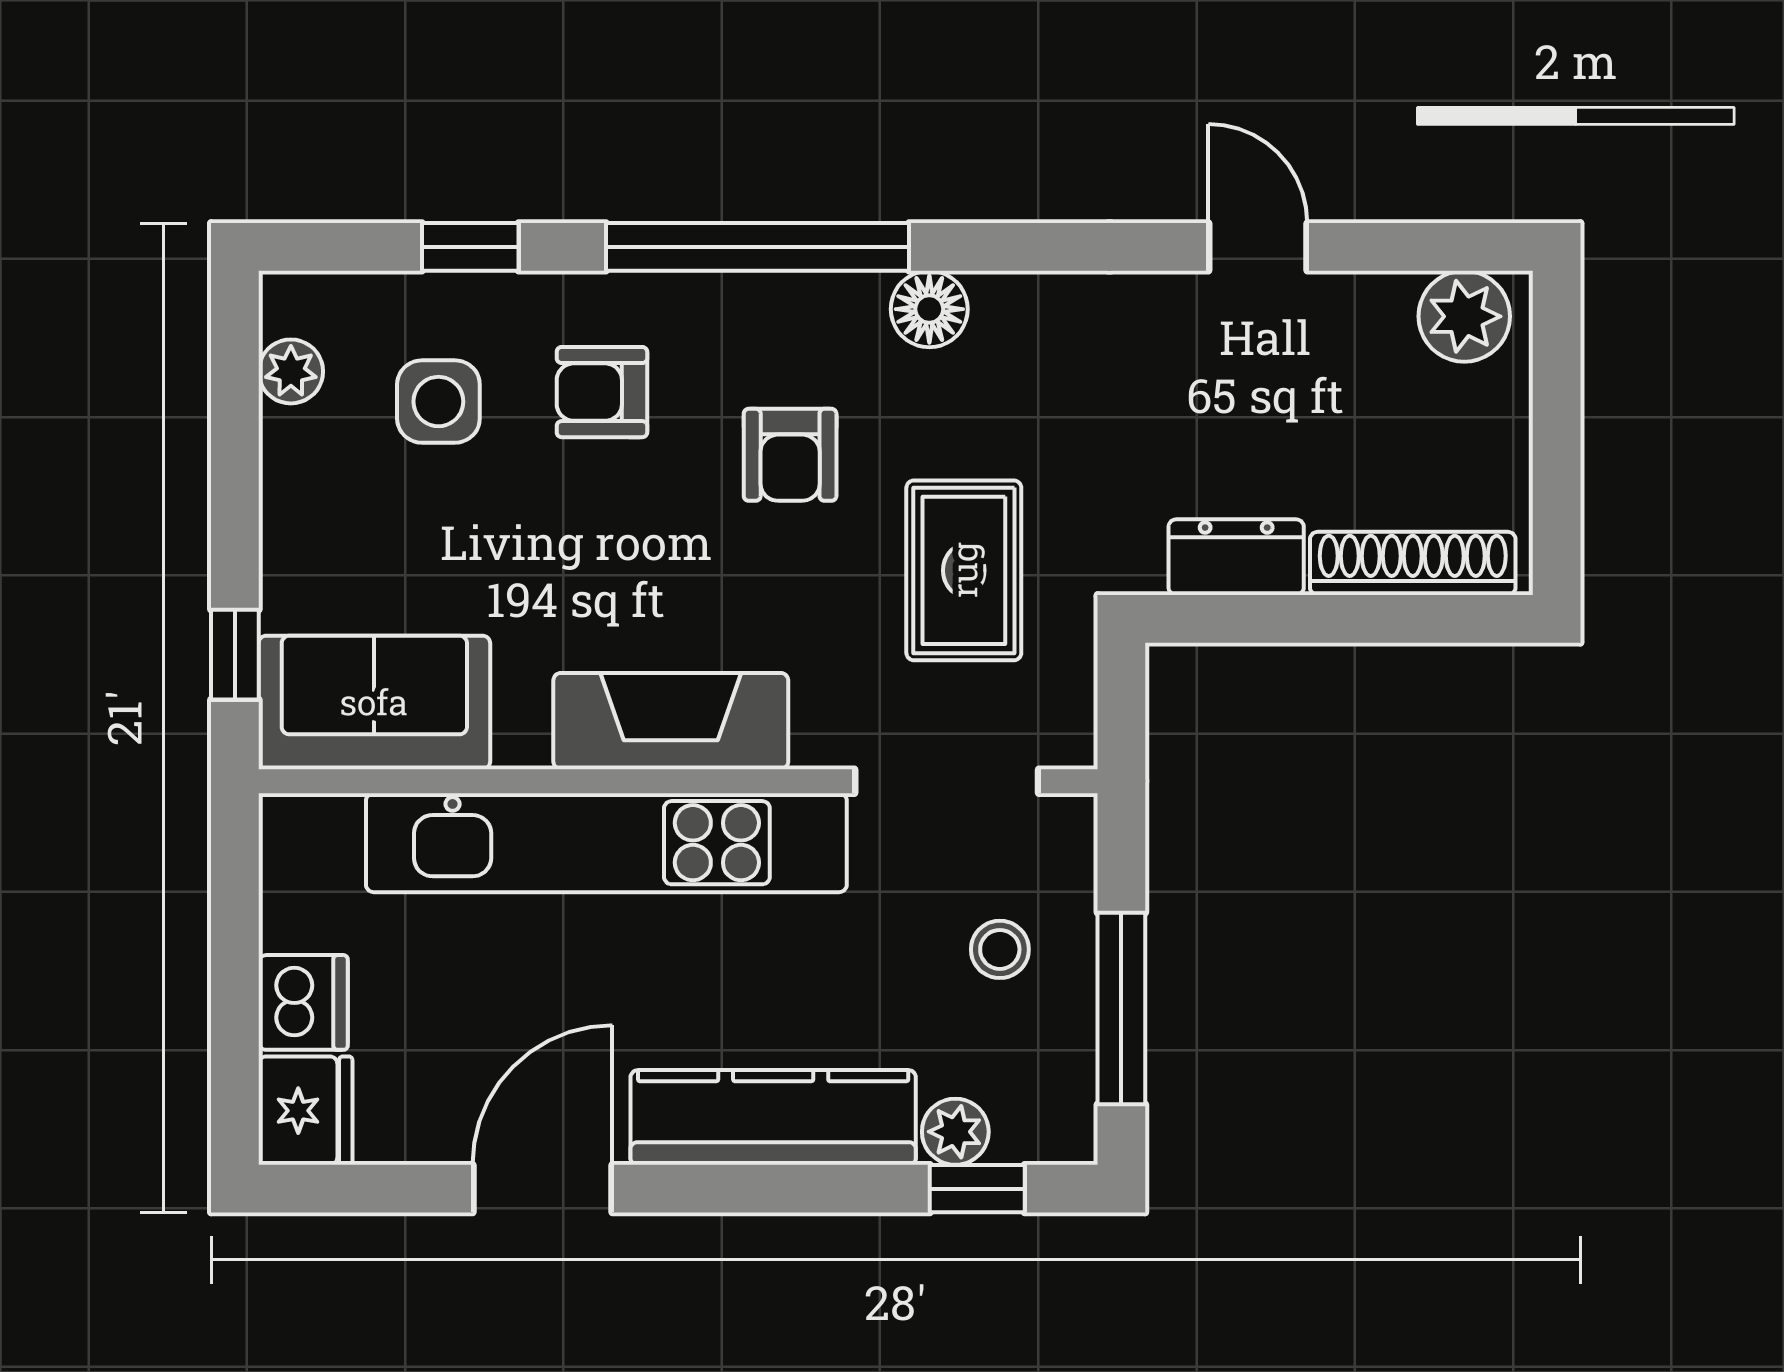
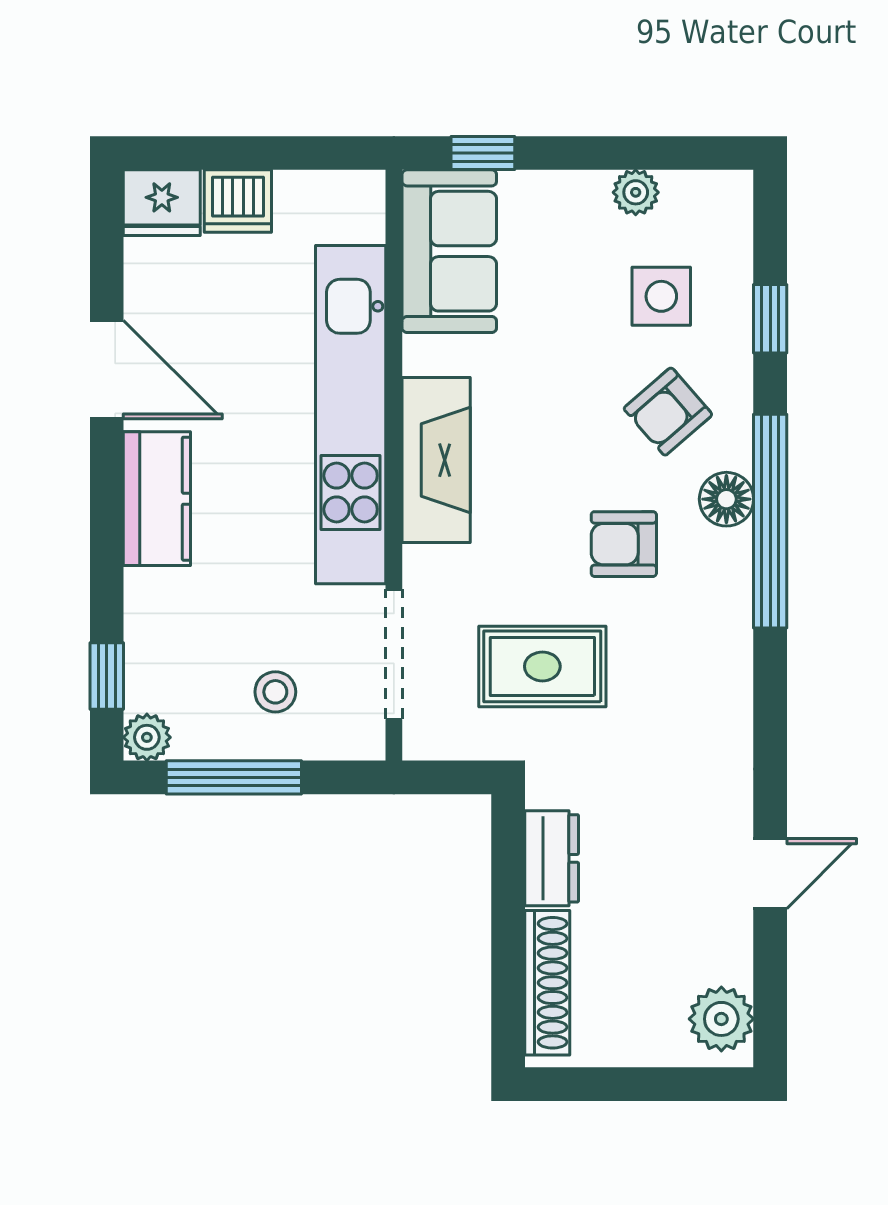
floor lamp: (929, 309) -> (726, 499), moved
plant: (291, 371) -> (636, 192), moved
armchair: (602, 392) -> (668, 412), turned -131
kitchen counter: (773, 1117) -> (157, 499), width x0.67
plant: (955, 1132) -> (147, 737), moved

